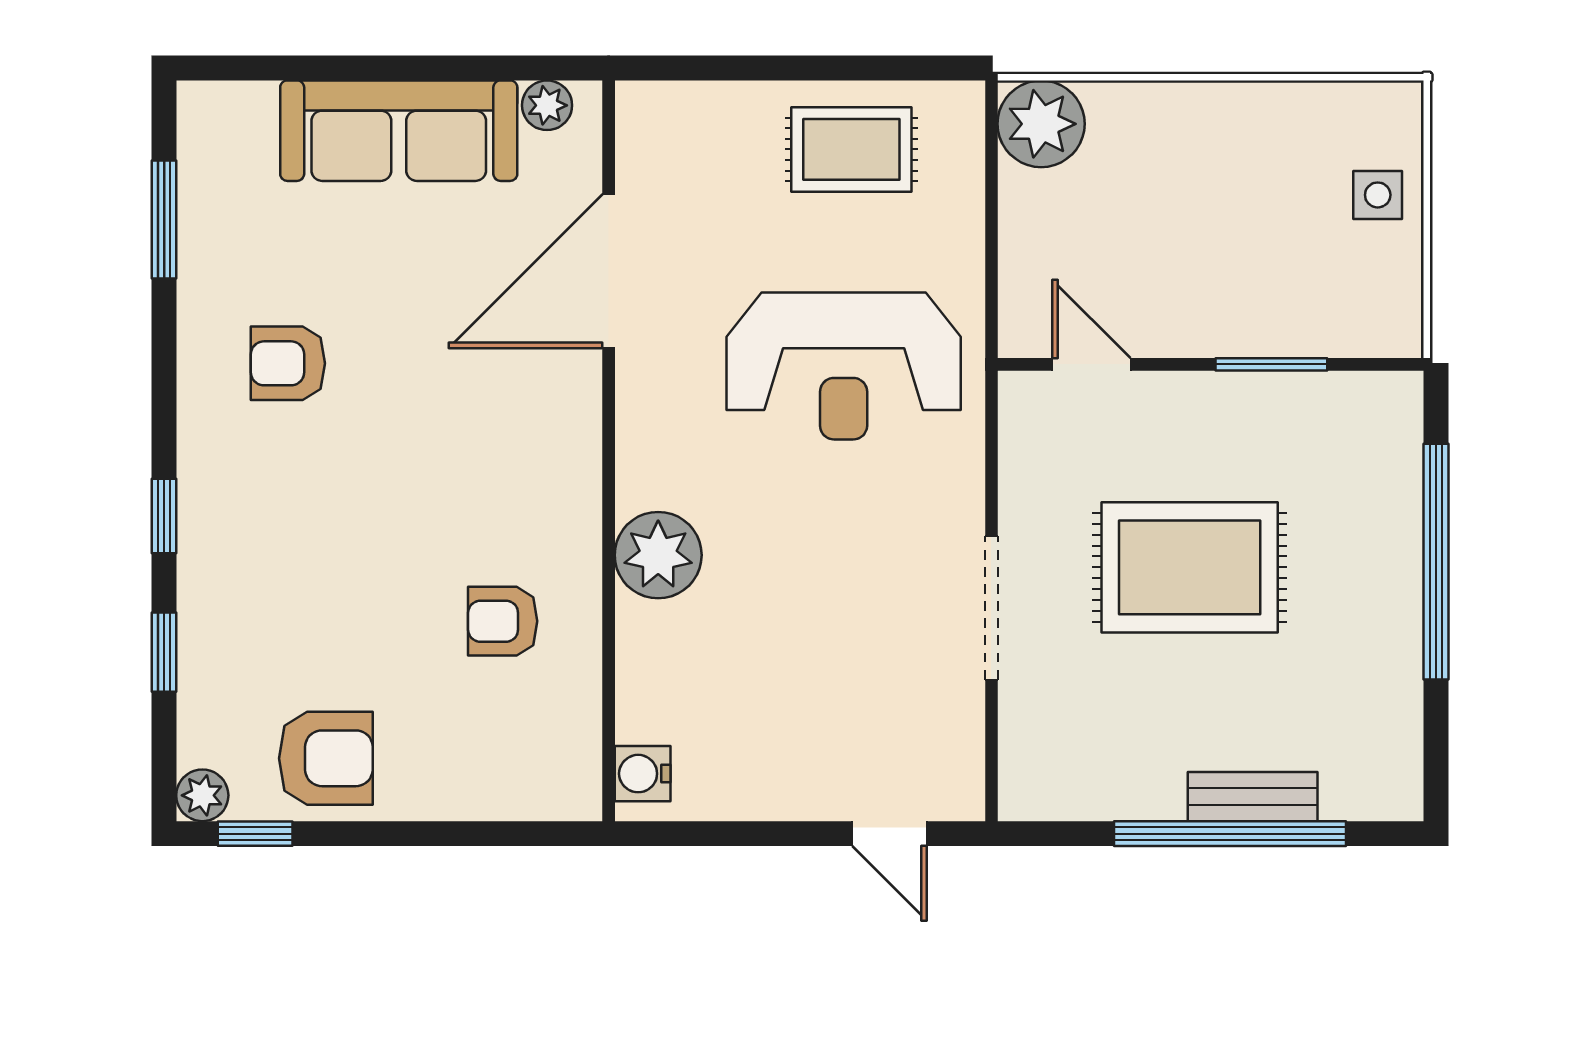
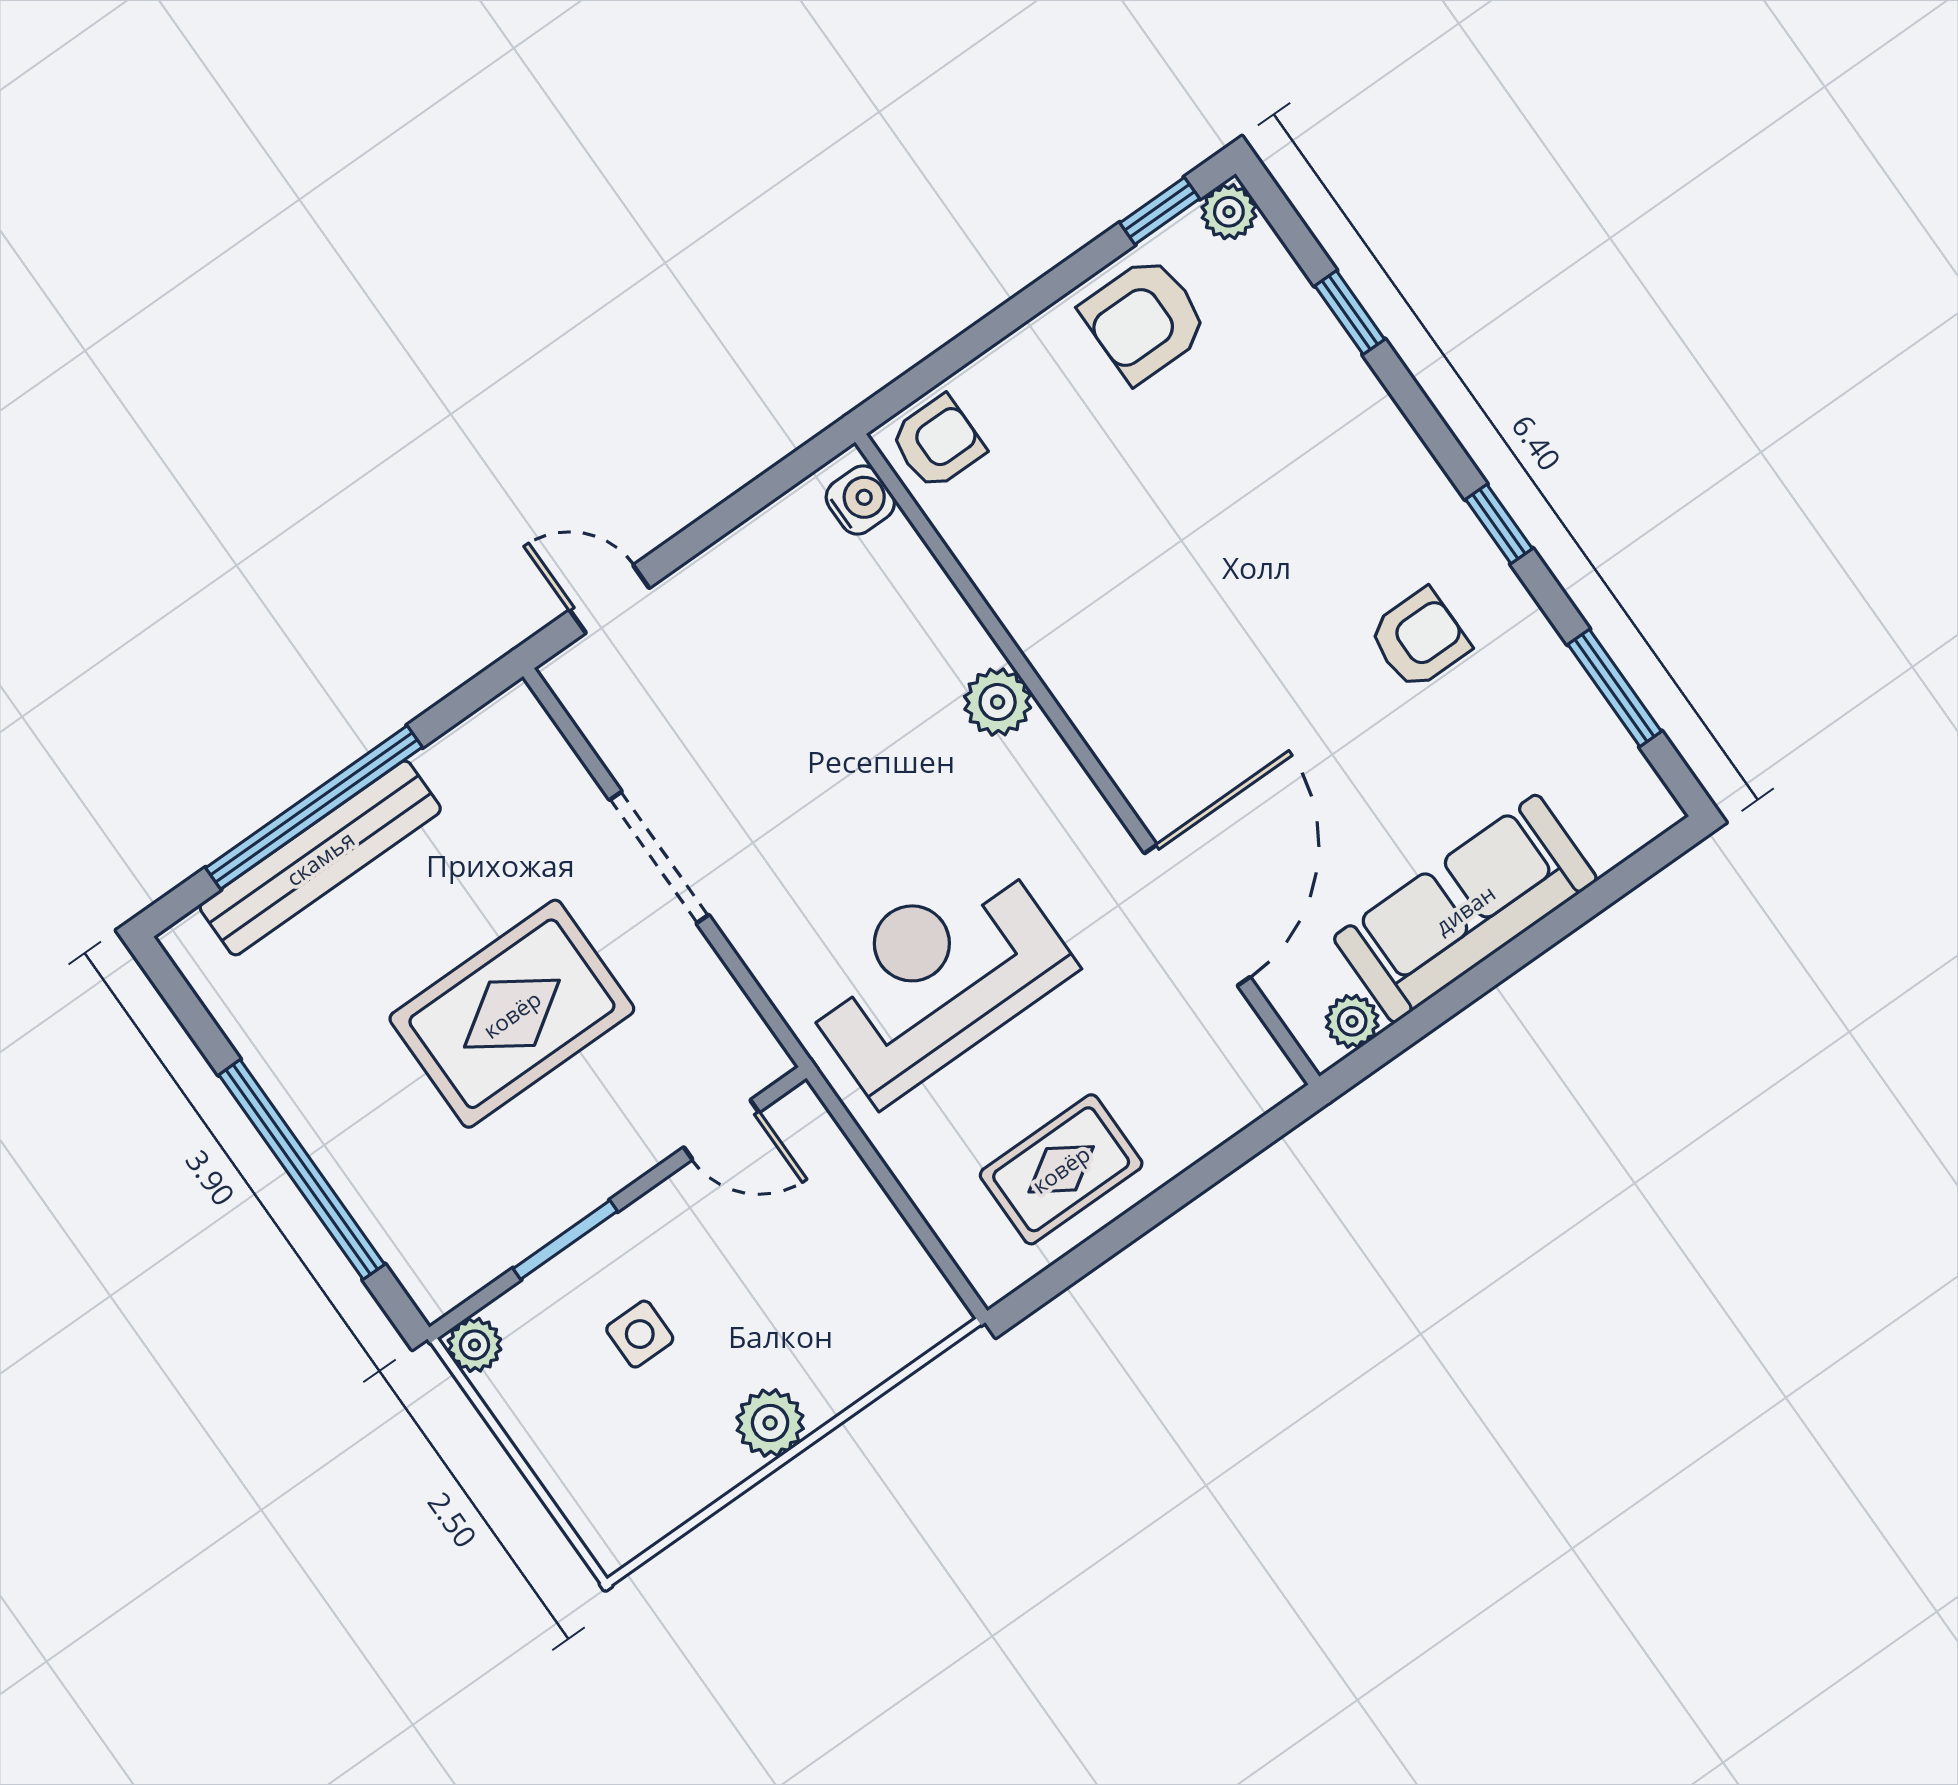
plant: (1041, 124) -> (770, 1423), moved, width x0.73, depth x0.73
side table: (1378, 195) -> (640, 1334), moved
plant: (1398, 333) -> (474, 1345), added
window: (164, 516) -> (1499, 524), moved
plant: (658, 555) -> (998, 702), width x0.73, depth x0.73
armchair: (503, 621) -> (937, 442), moved
bench: (1253, 797) -> (320, 858), width x1.86, depth x1.21

